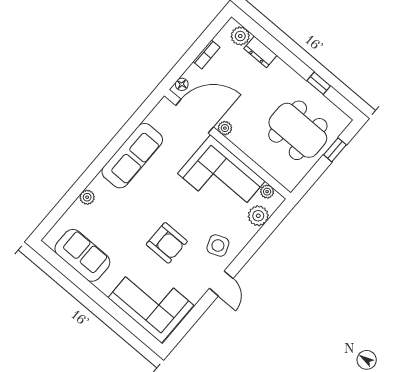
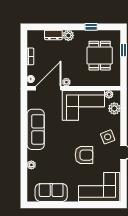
plant: (240, 36) -> (68, 35), moved
dining table: (298, 130) -> (100, 56), width x0.73

